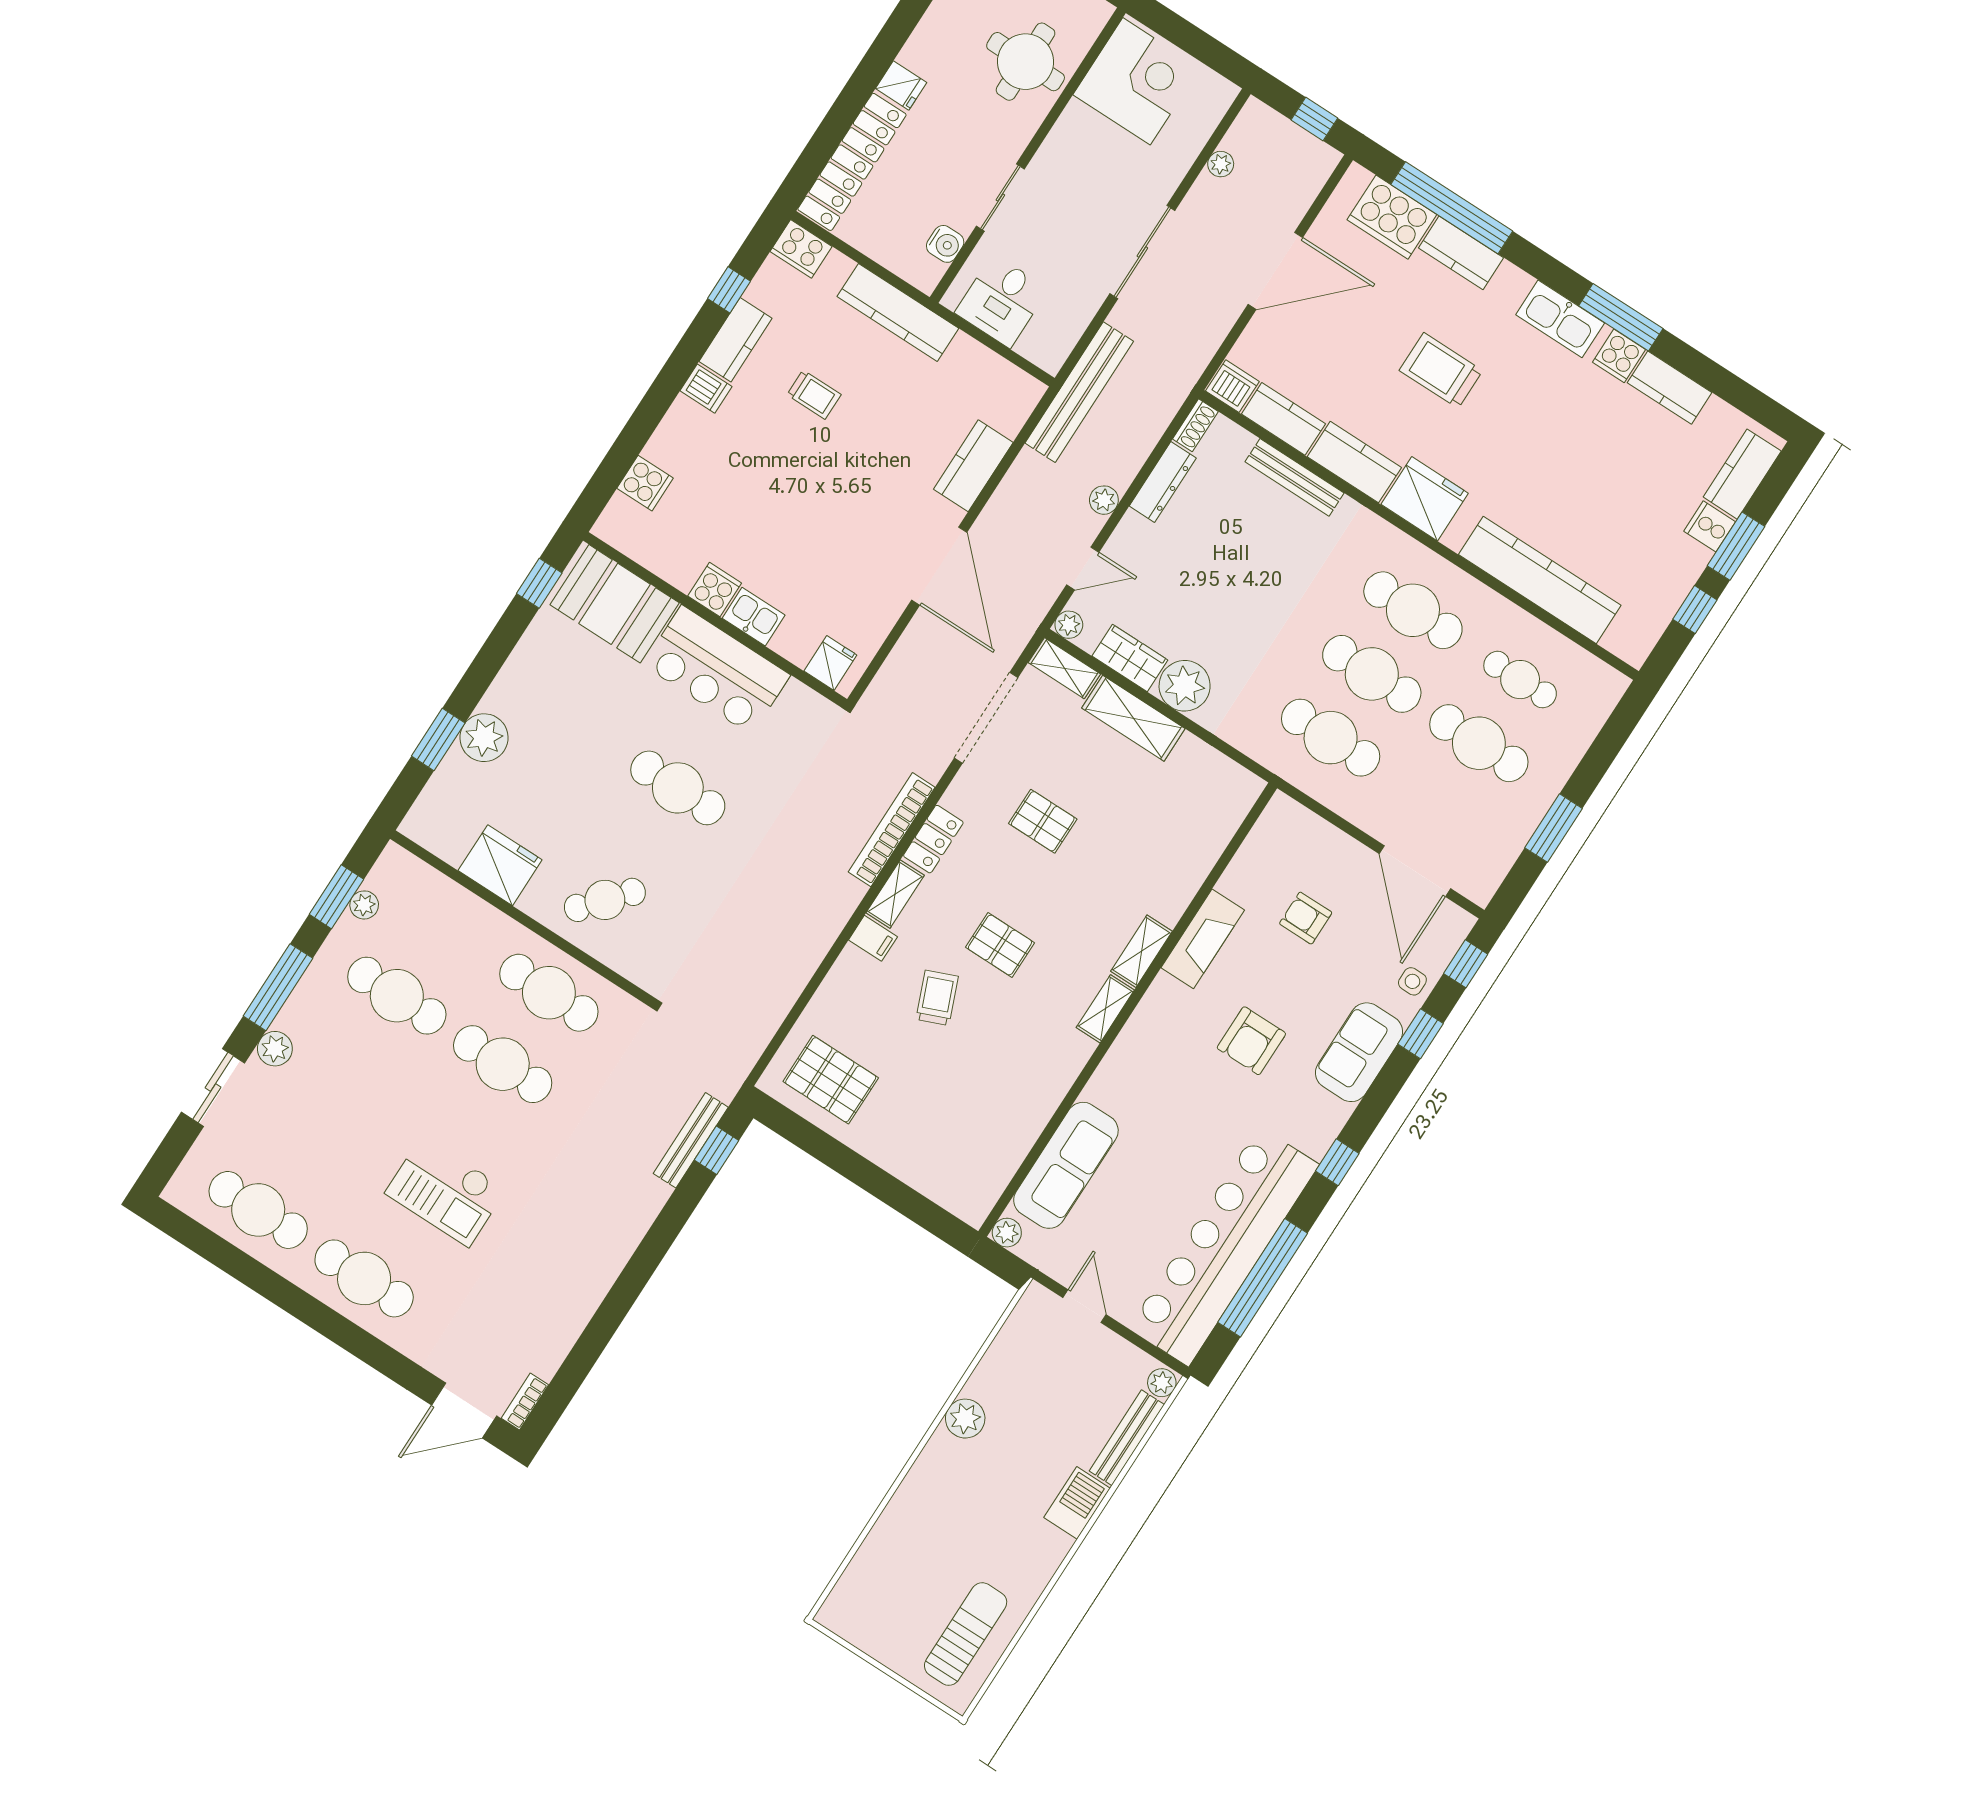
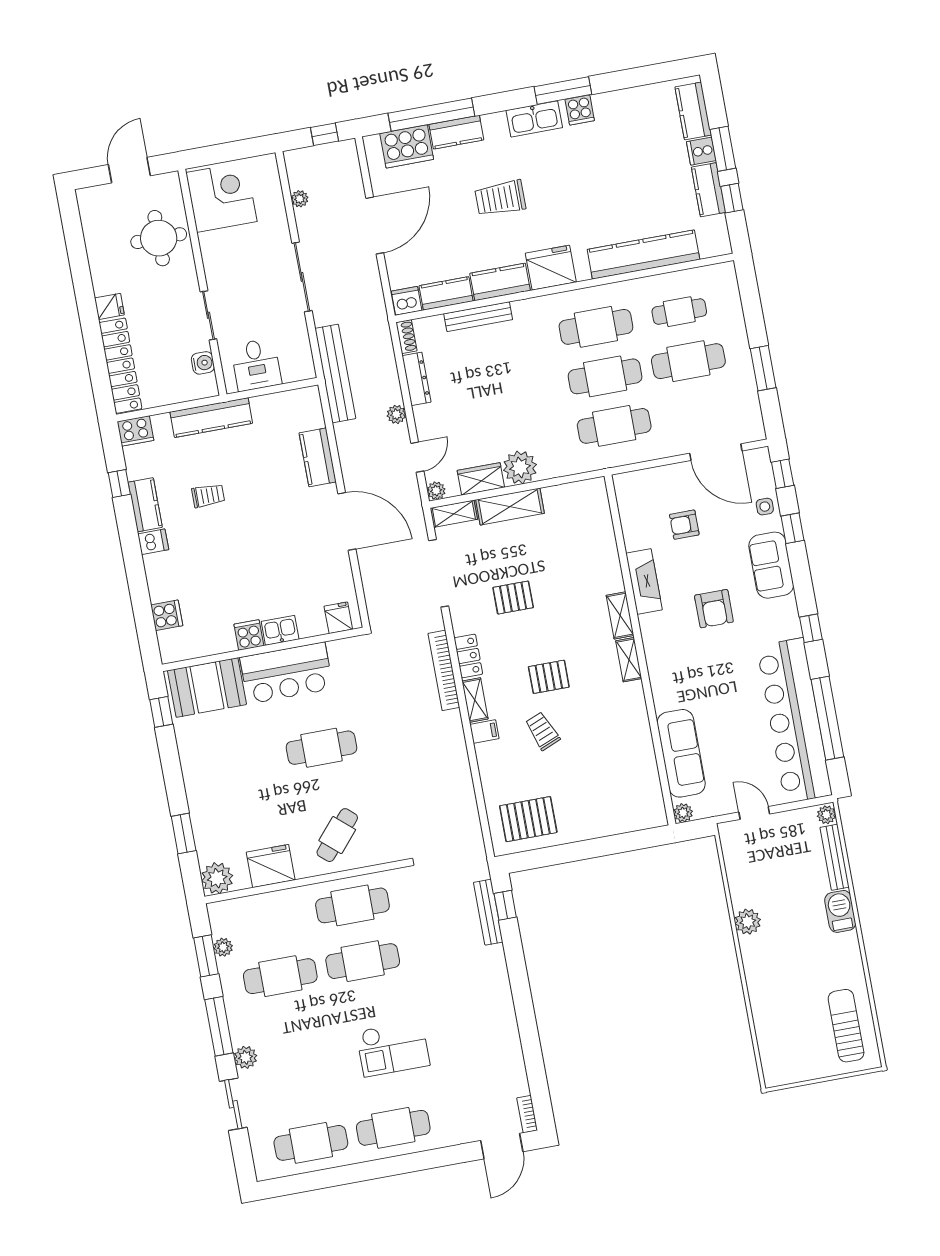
kitchen counter: (1670, 388) -> (708, 190), moved, turned 90
plant: (484, 738) -> (217, 878), moved

